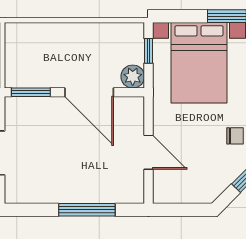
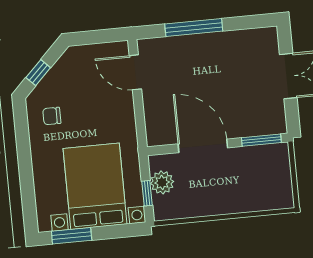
plant: (133, 77) -> (162, 182), moved
door: (149, 152) -> (135, 72), moved

